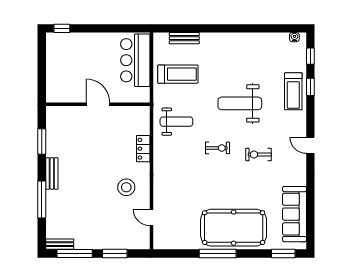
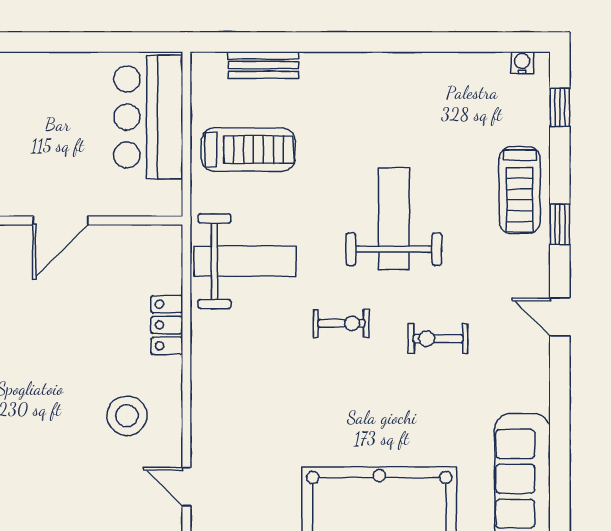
window: (310, 87) -> (560, 224), moved
weight bench: (240, 103) -> (394, 218), turned 90
door: (98, 104) -> (60, 220), swing flipped
weight bench: (176, 122) -> (245, 261), width x1.36, depth x1.33

